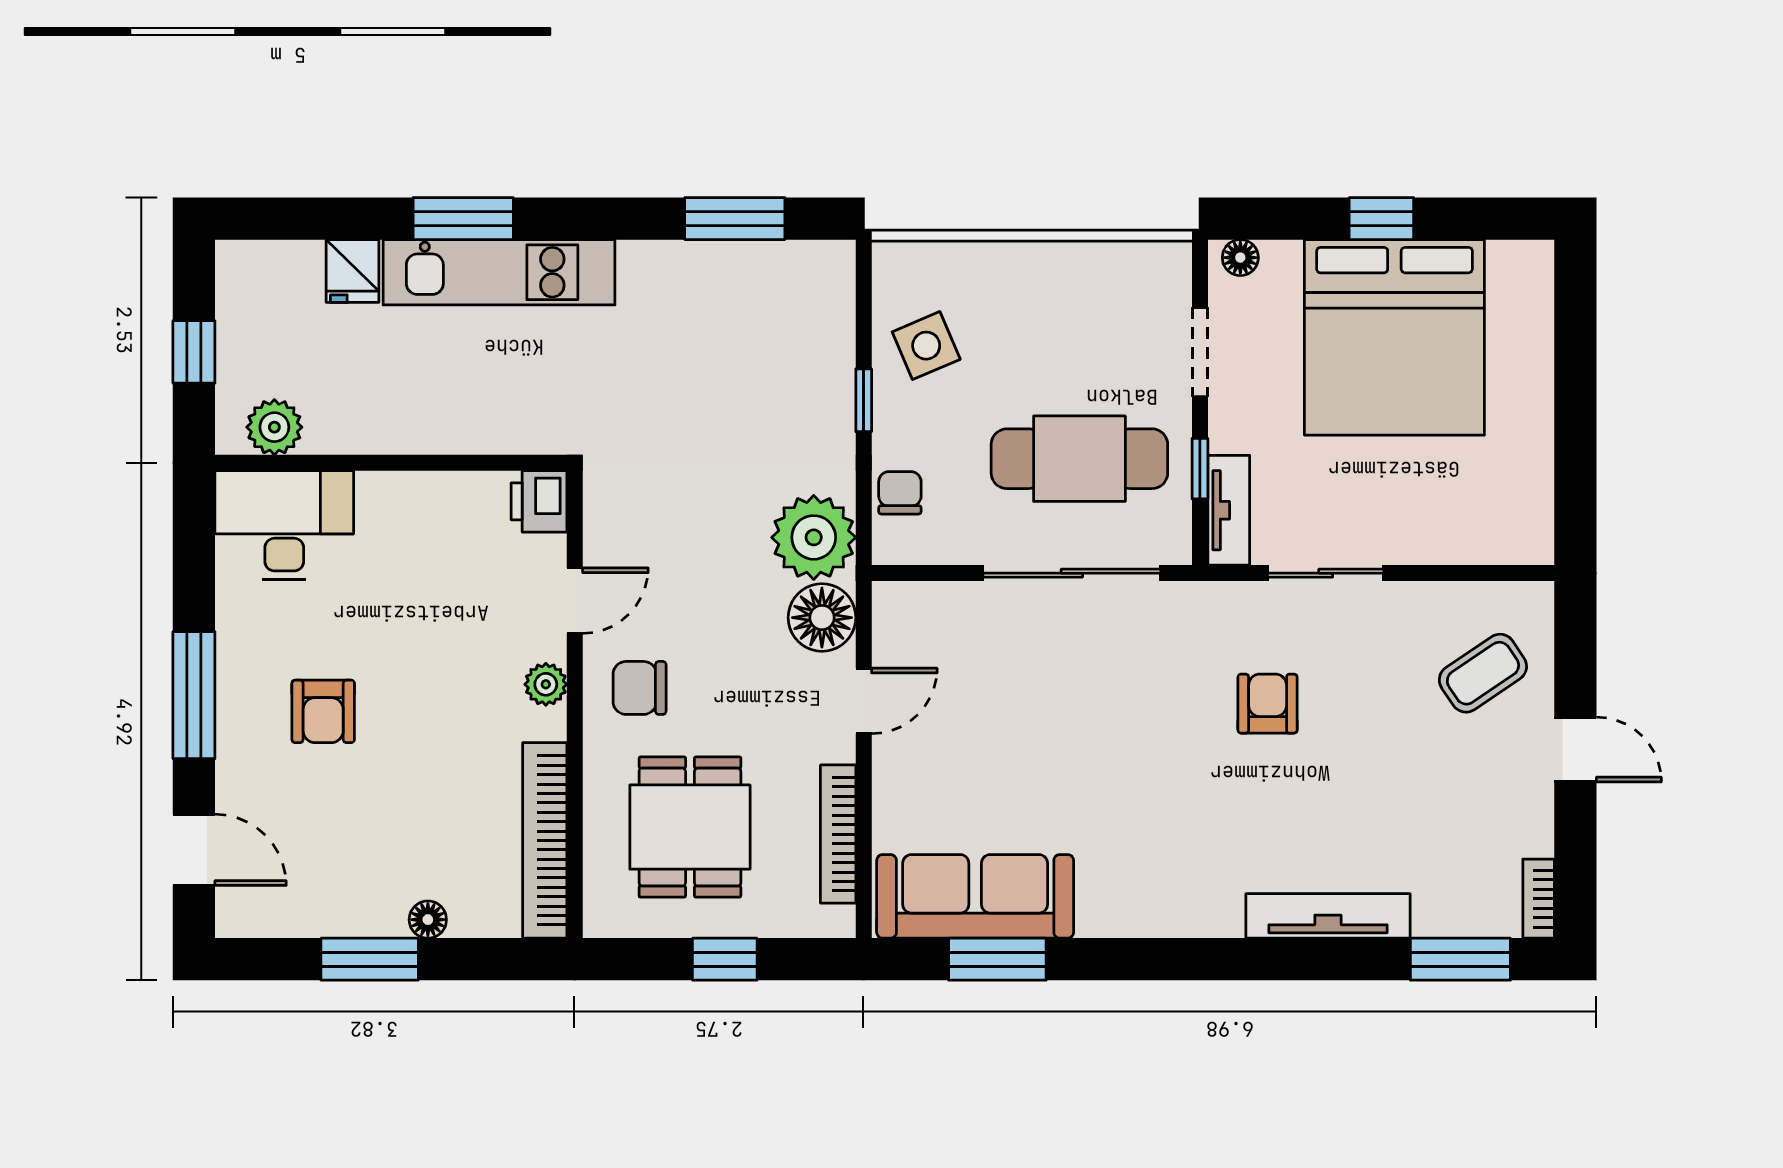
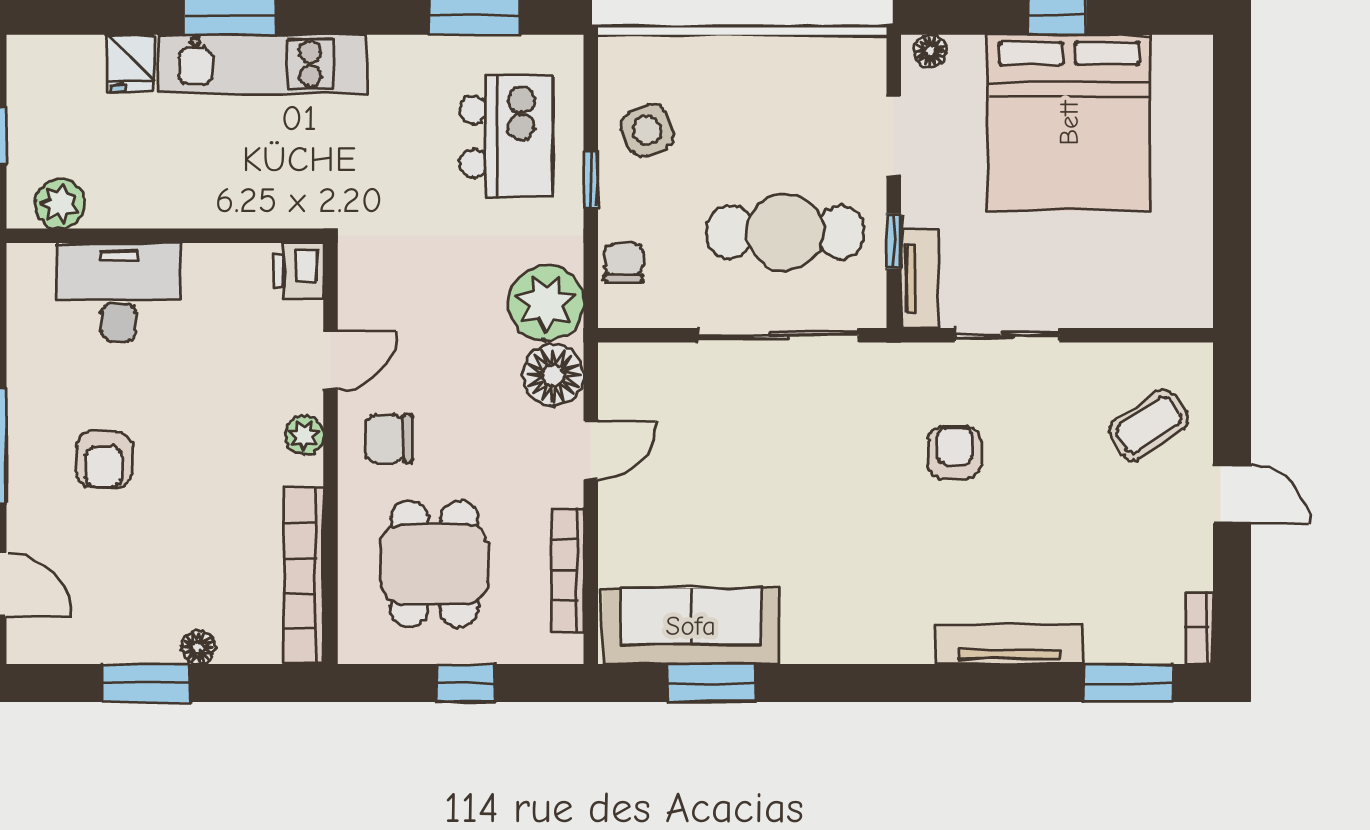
kitchen island: (770, 353) -> (506, 137), added
desk: (284, 525) -> (119, 292), moved

